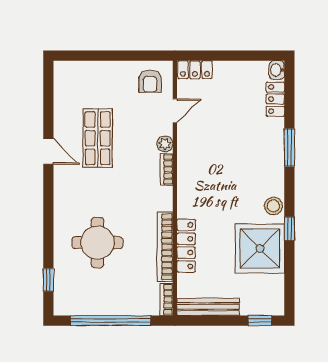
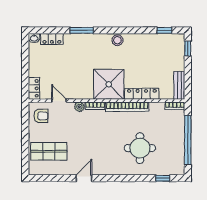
shop shelf: (98, 138) -> (49, 151), moved
window: (289, 229) -> (164, 30), moved
bookcase: (165, 247) -> (127, 107), moved
shower: (260, 249) -> (109, 84), moved
bench: (208, 307) -> (179, 85), width x0.73

